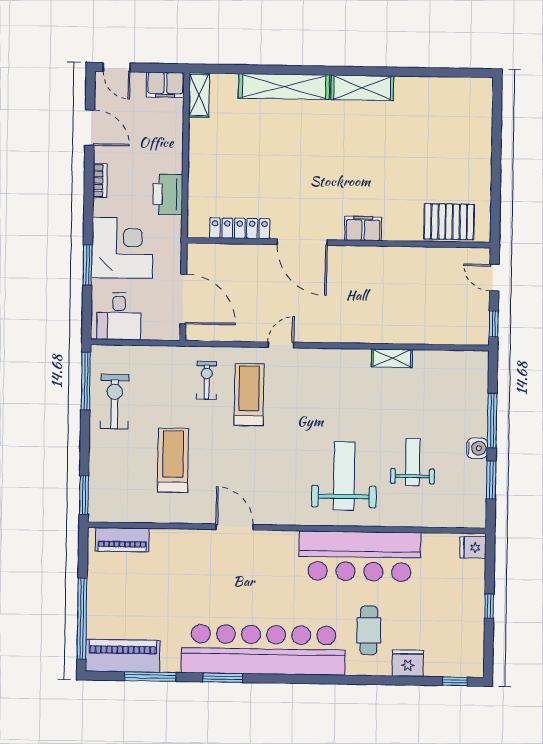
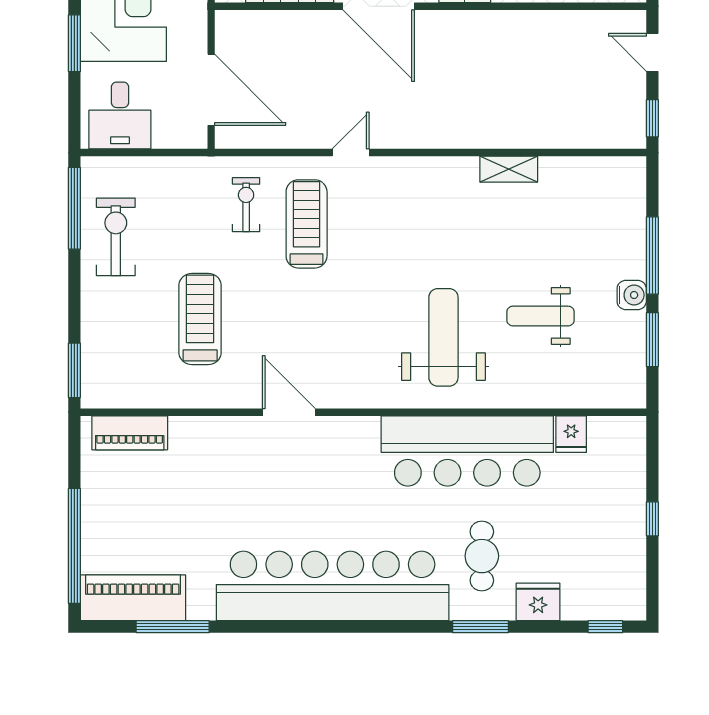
weight bench: (413, 462) -> (540, 316), turned -90
fridge: (473, 547) -> (571, 434), moved, turned -90
window: (223, 678) -> (480, 627), moved

